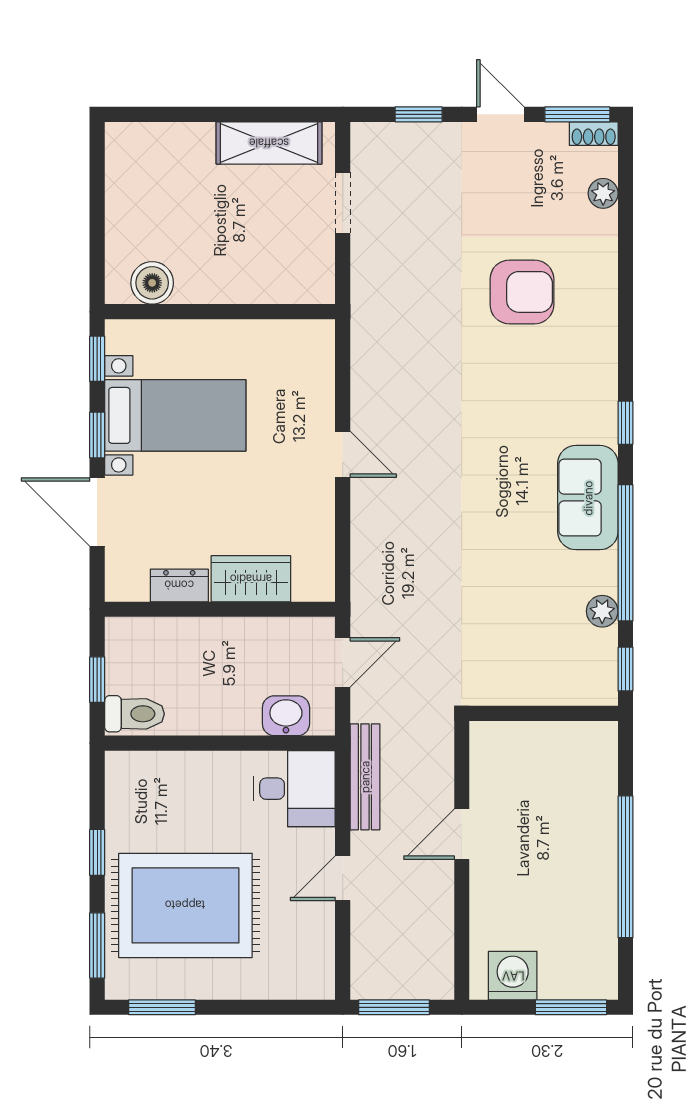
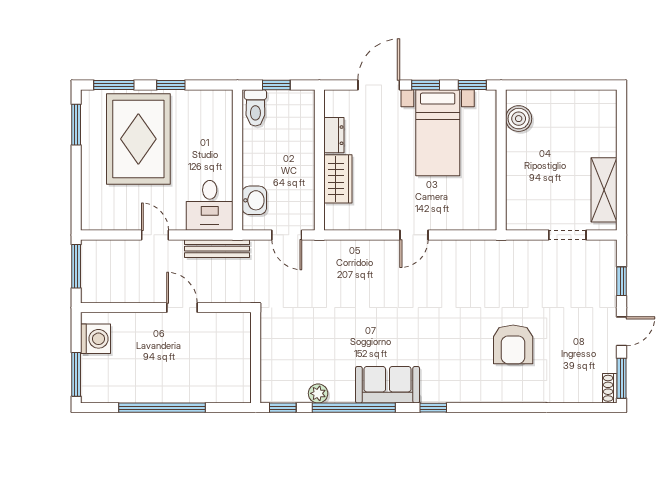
plant: (603, 193) -> (573, 394), removed

